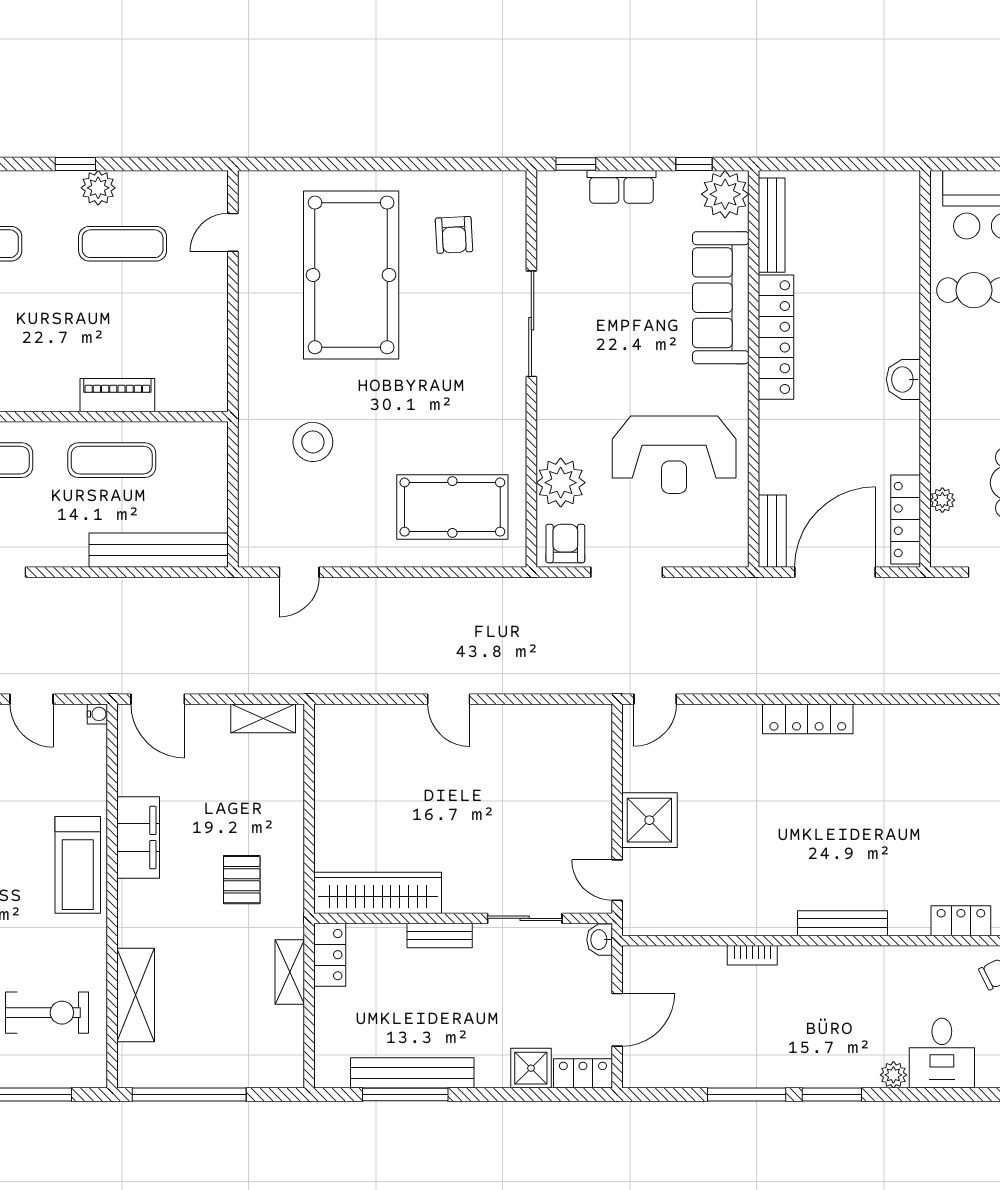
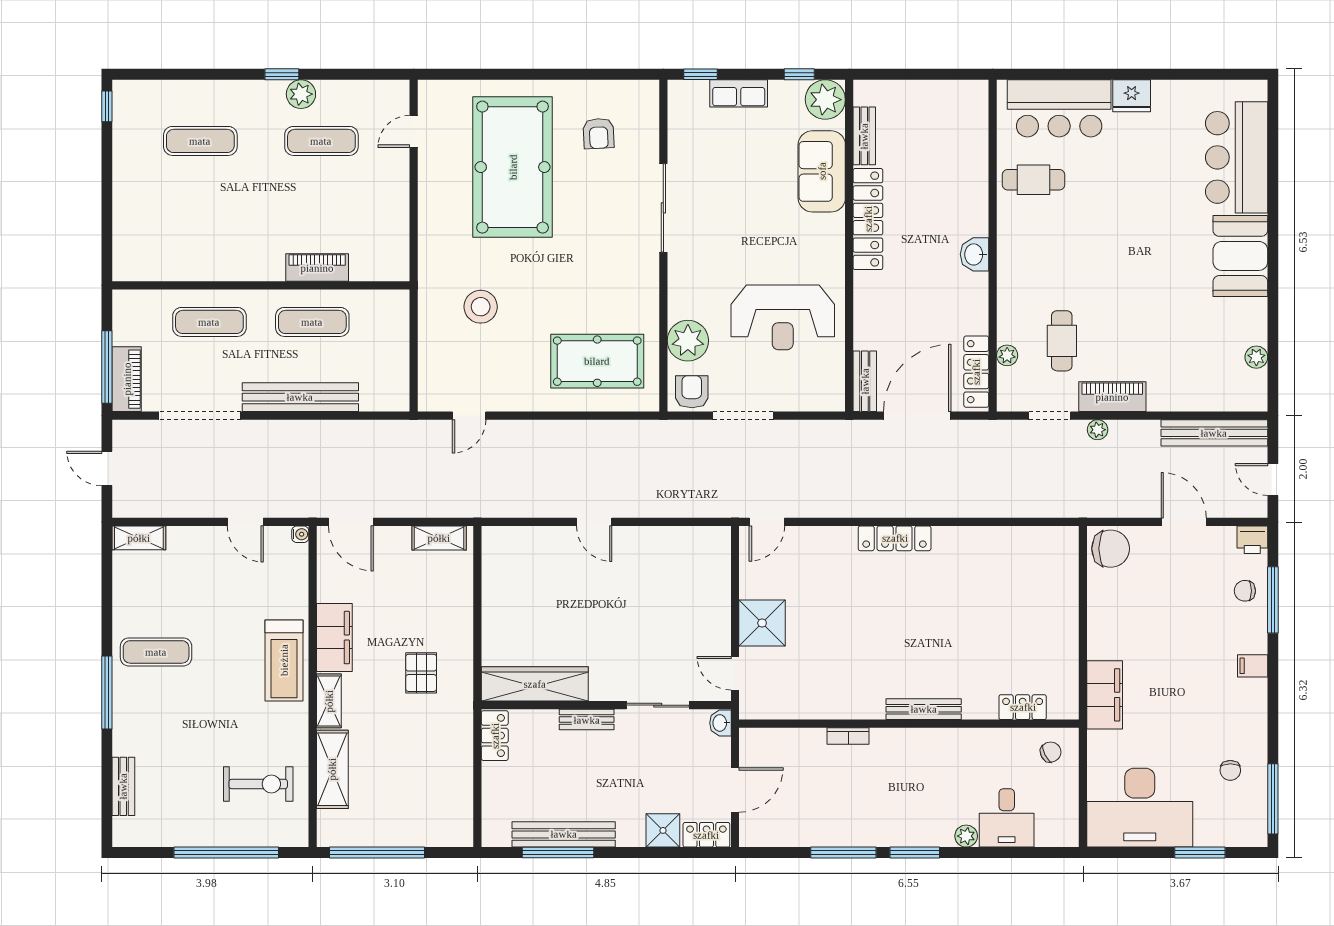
bench: (772, 225) -> (864, 136), width x0.73
sofa: (721, 298) -> (822, 171), width x0.73
bench: (159, 550) -> (300, 397), moved
shelving: (290, 972) -> (329, 701), moved

